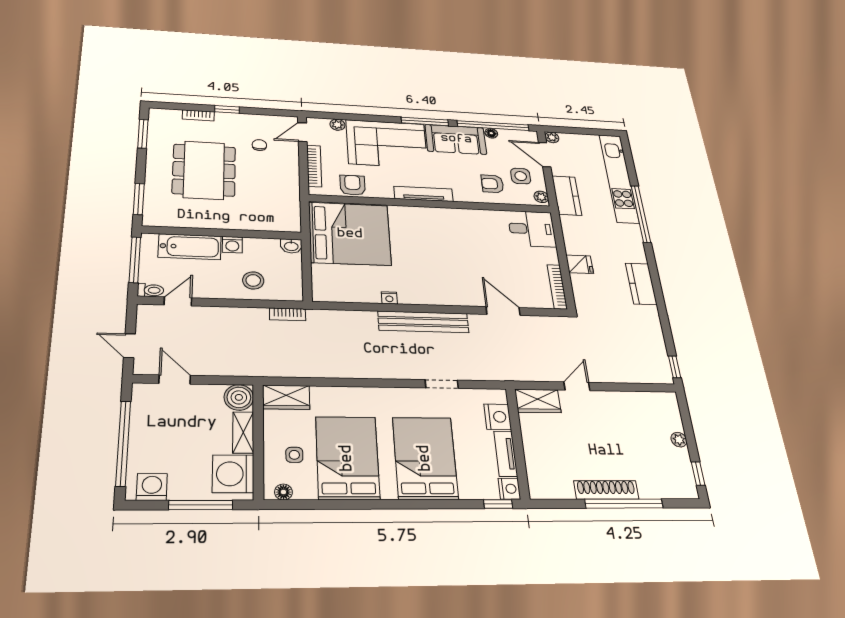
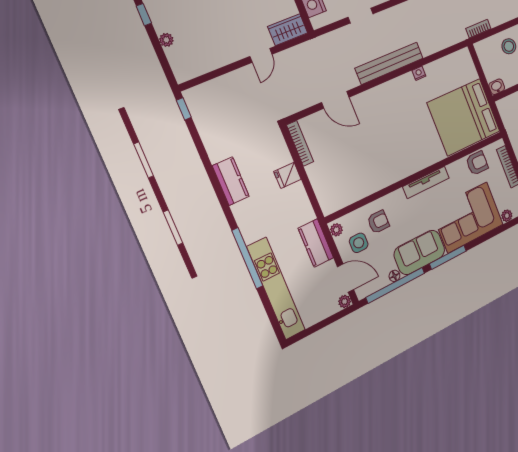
armchair: (353, 185) -> (477, 163), turned -90
desk: (532, 229) -> (335, 192), removed

